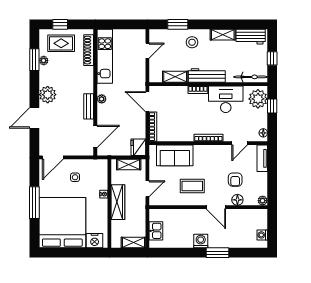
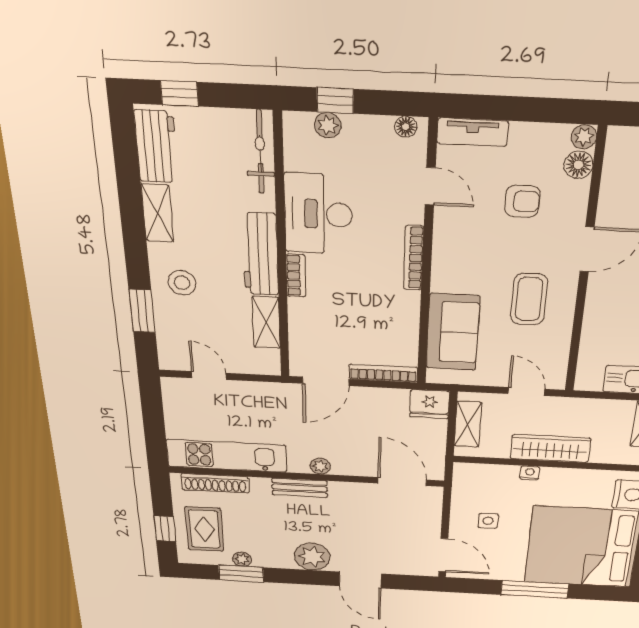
window: (272, 58) -> (179, 93), moved
plant: (258, 99) -> (328, 125), width x0.53, depth x0.53
bench: (89, 106) -> (300, 488), moved
floor lamp: (237, 200) -> (578, 165), moved

